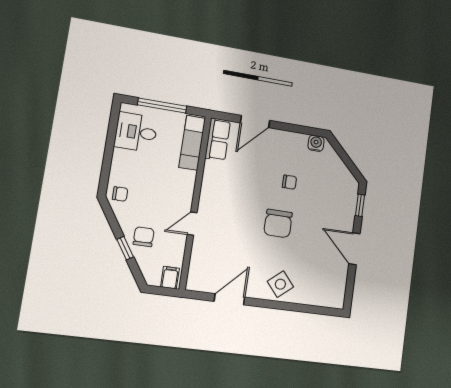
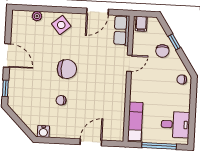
row of seats: (218, 139) -> (122, 31), moved
chair: (278, 223) -> (67, 69), turned 90
plant: (312, 299) -> (37, 16), added

